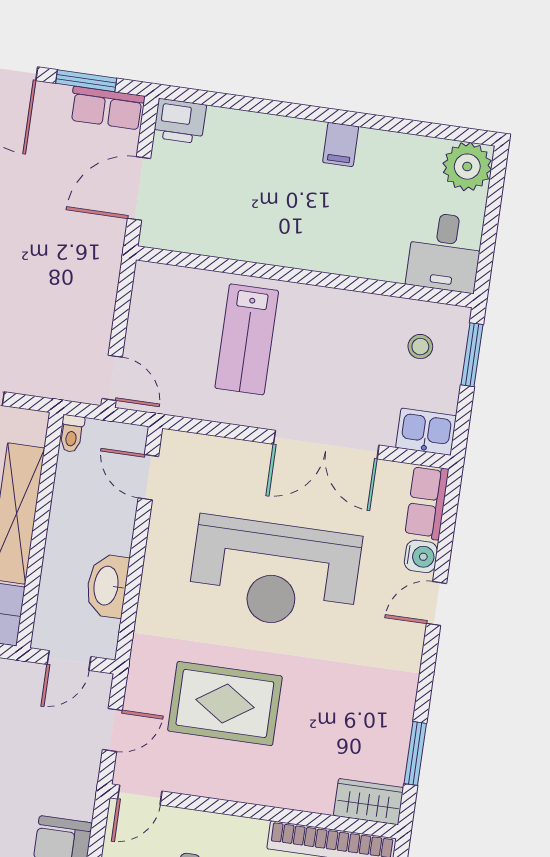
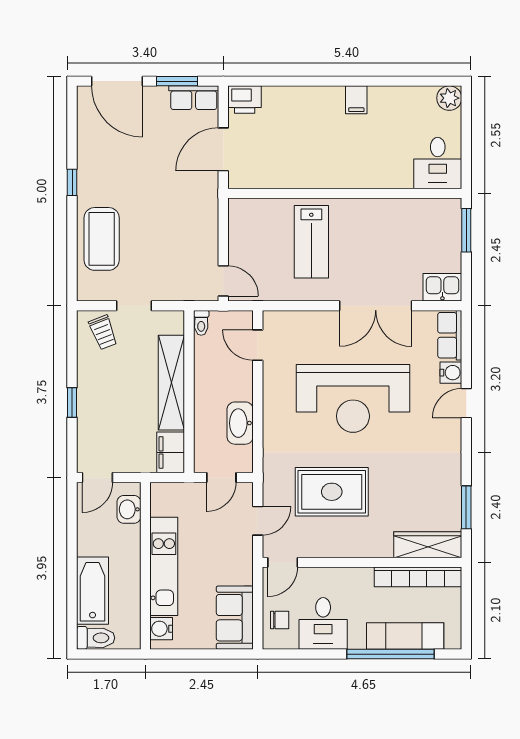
plant: (467, 167) -> (449, 98), width x0.73, depth x0.73
stool: (420, 347) -> (430, 230), removed
wardrobe: (369, 802) -> (428, 545), width x1.50

